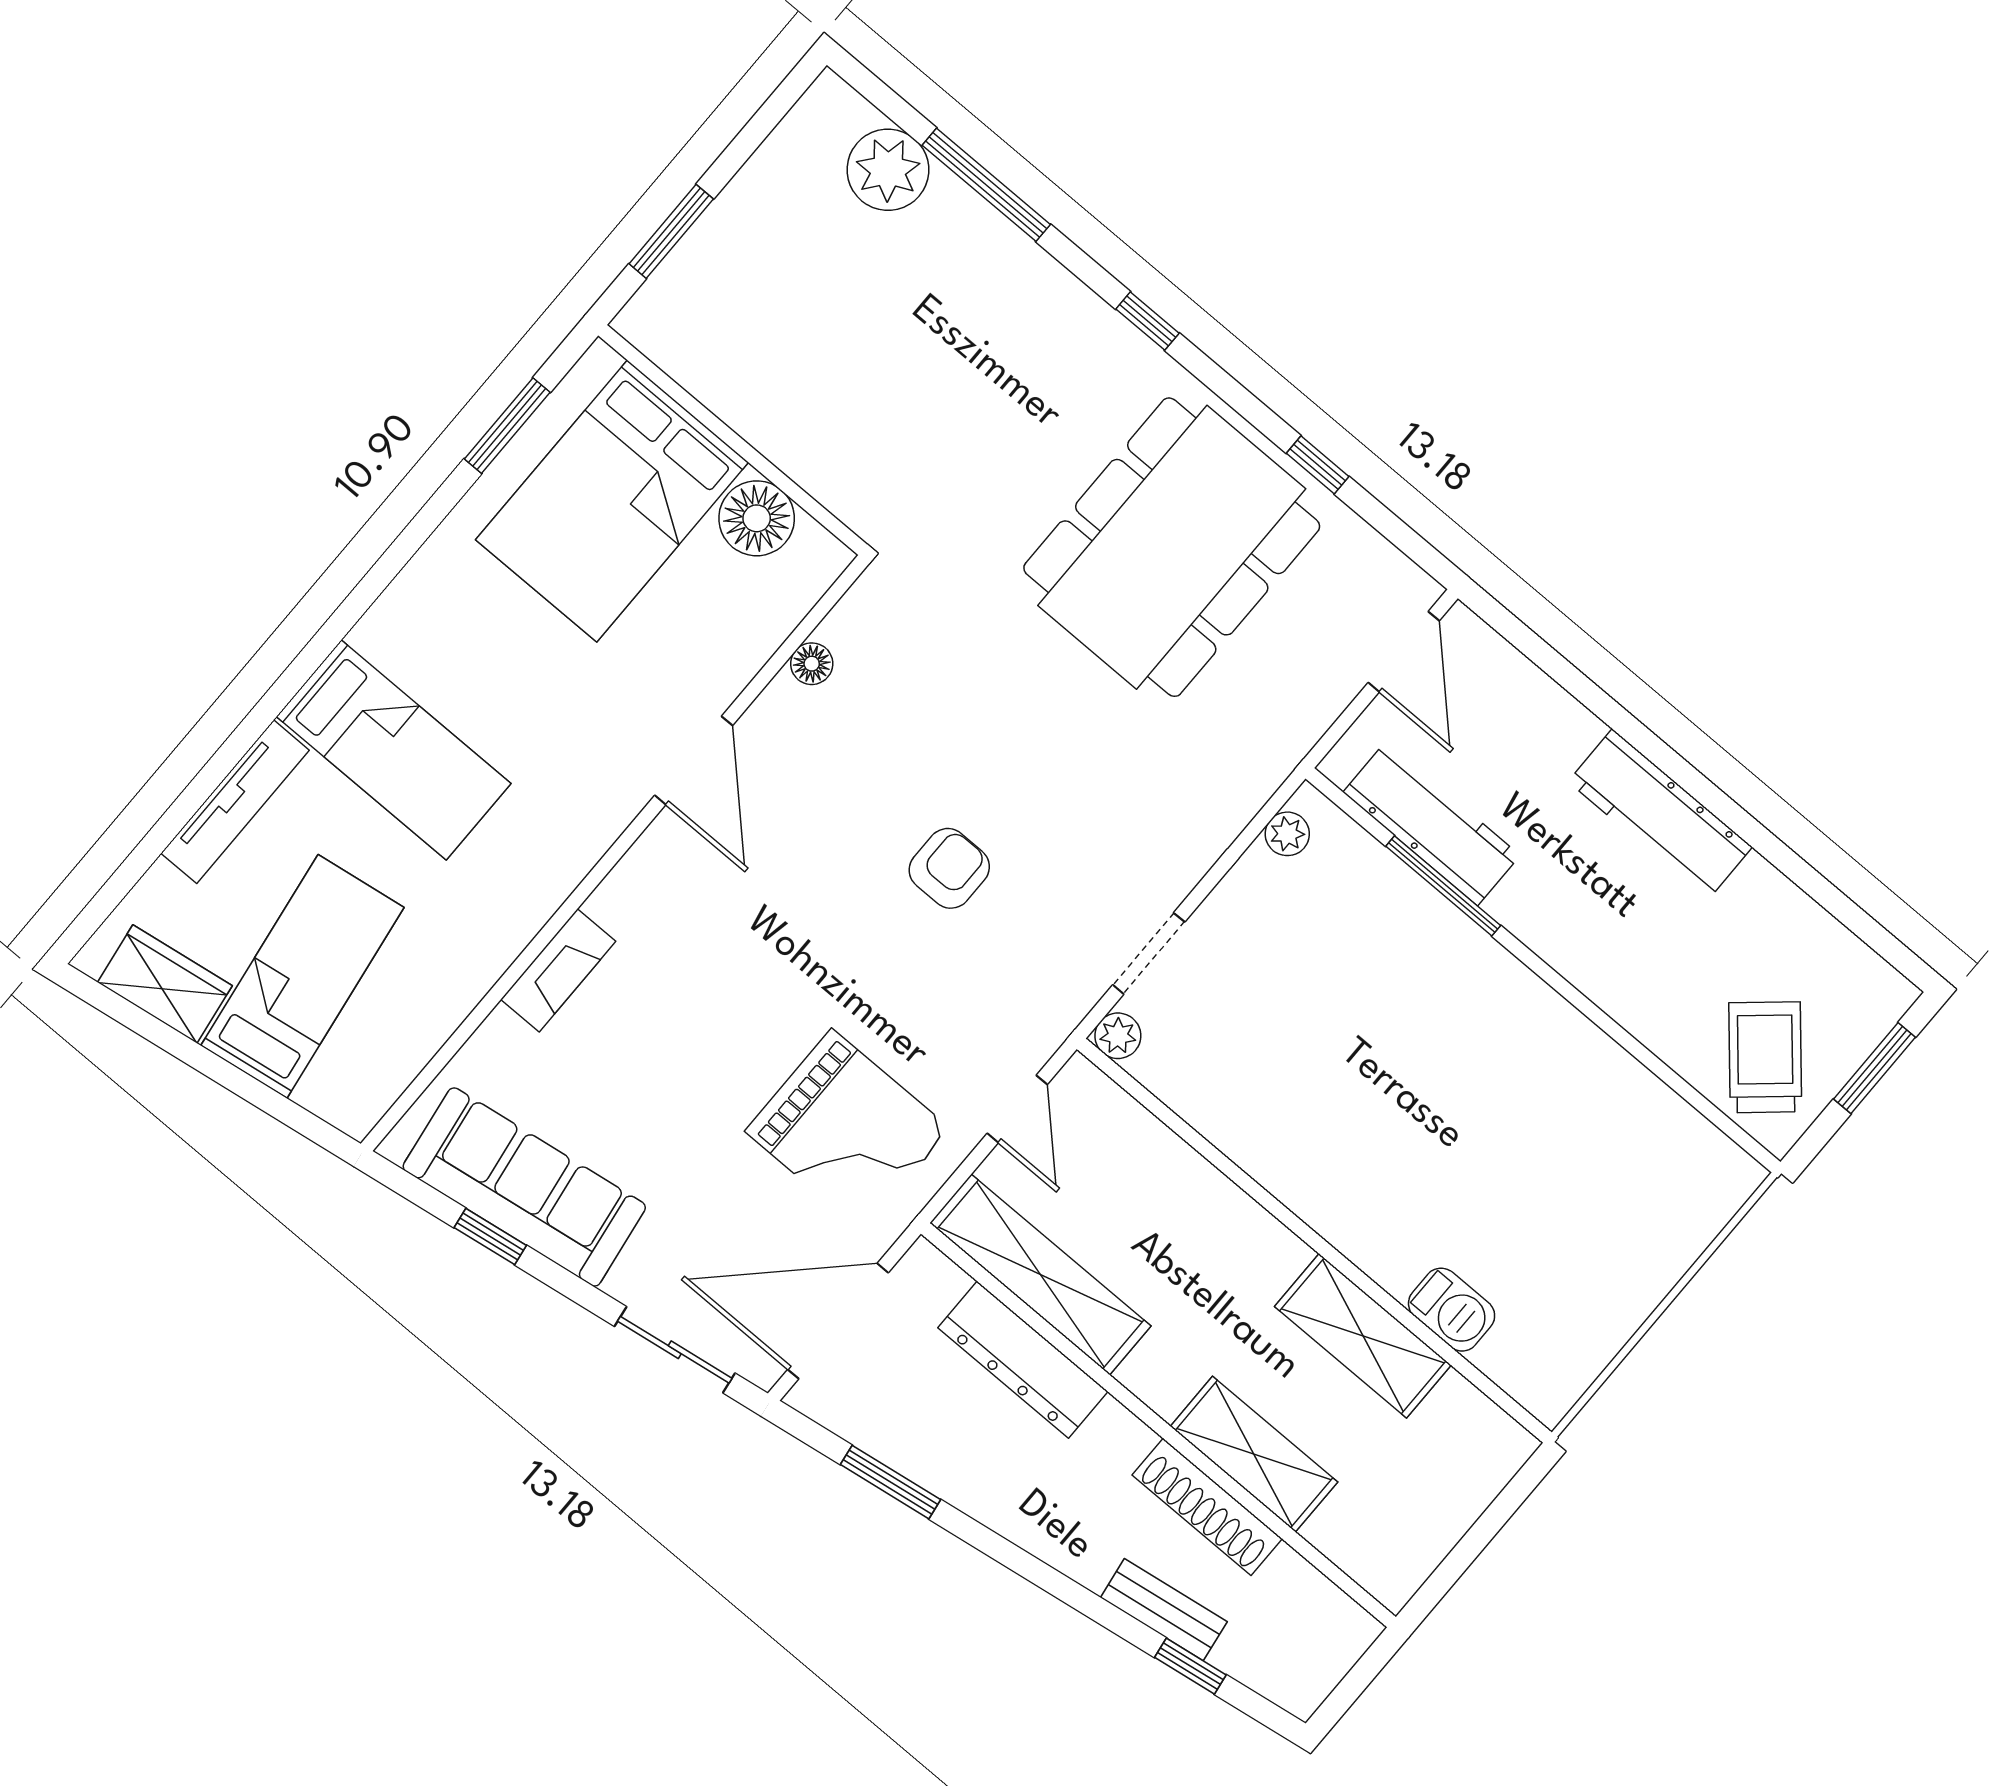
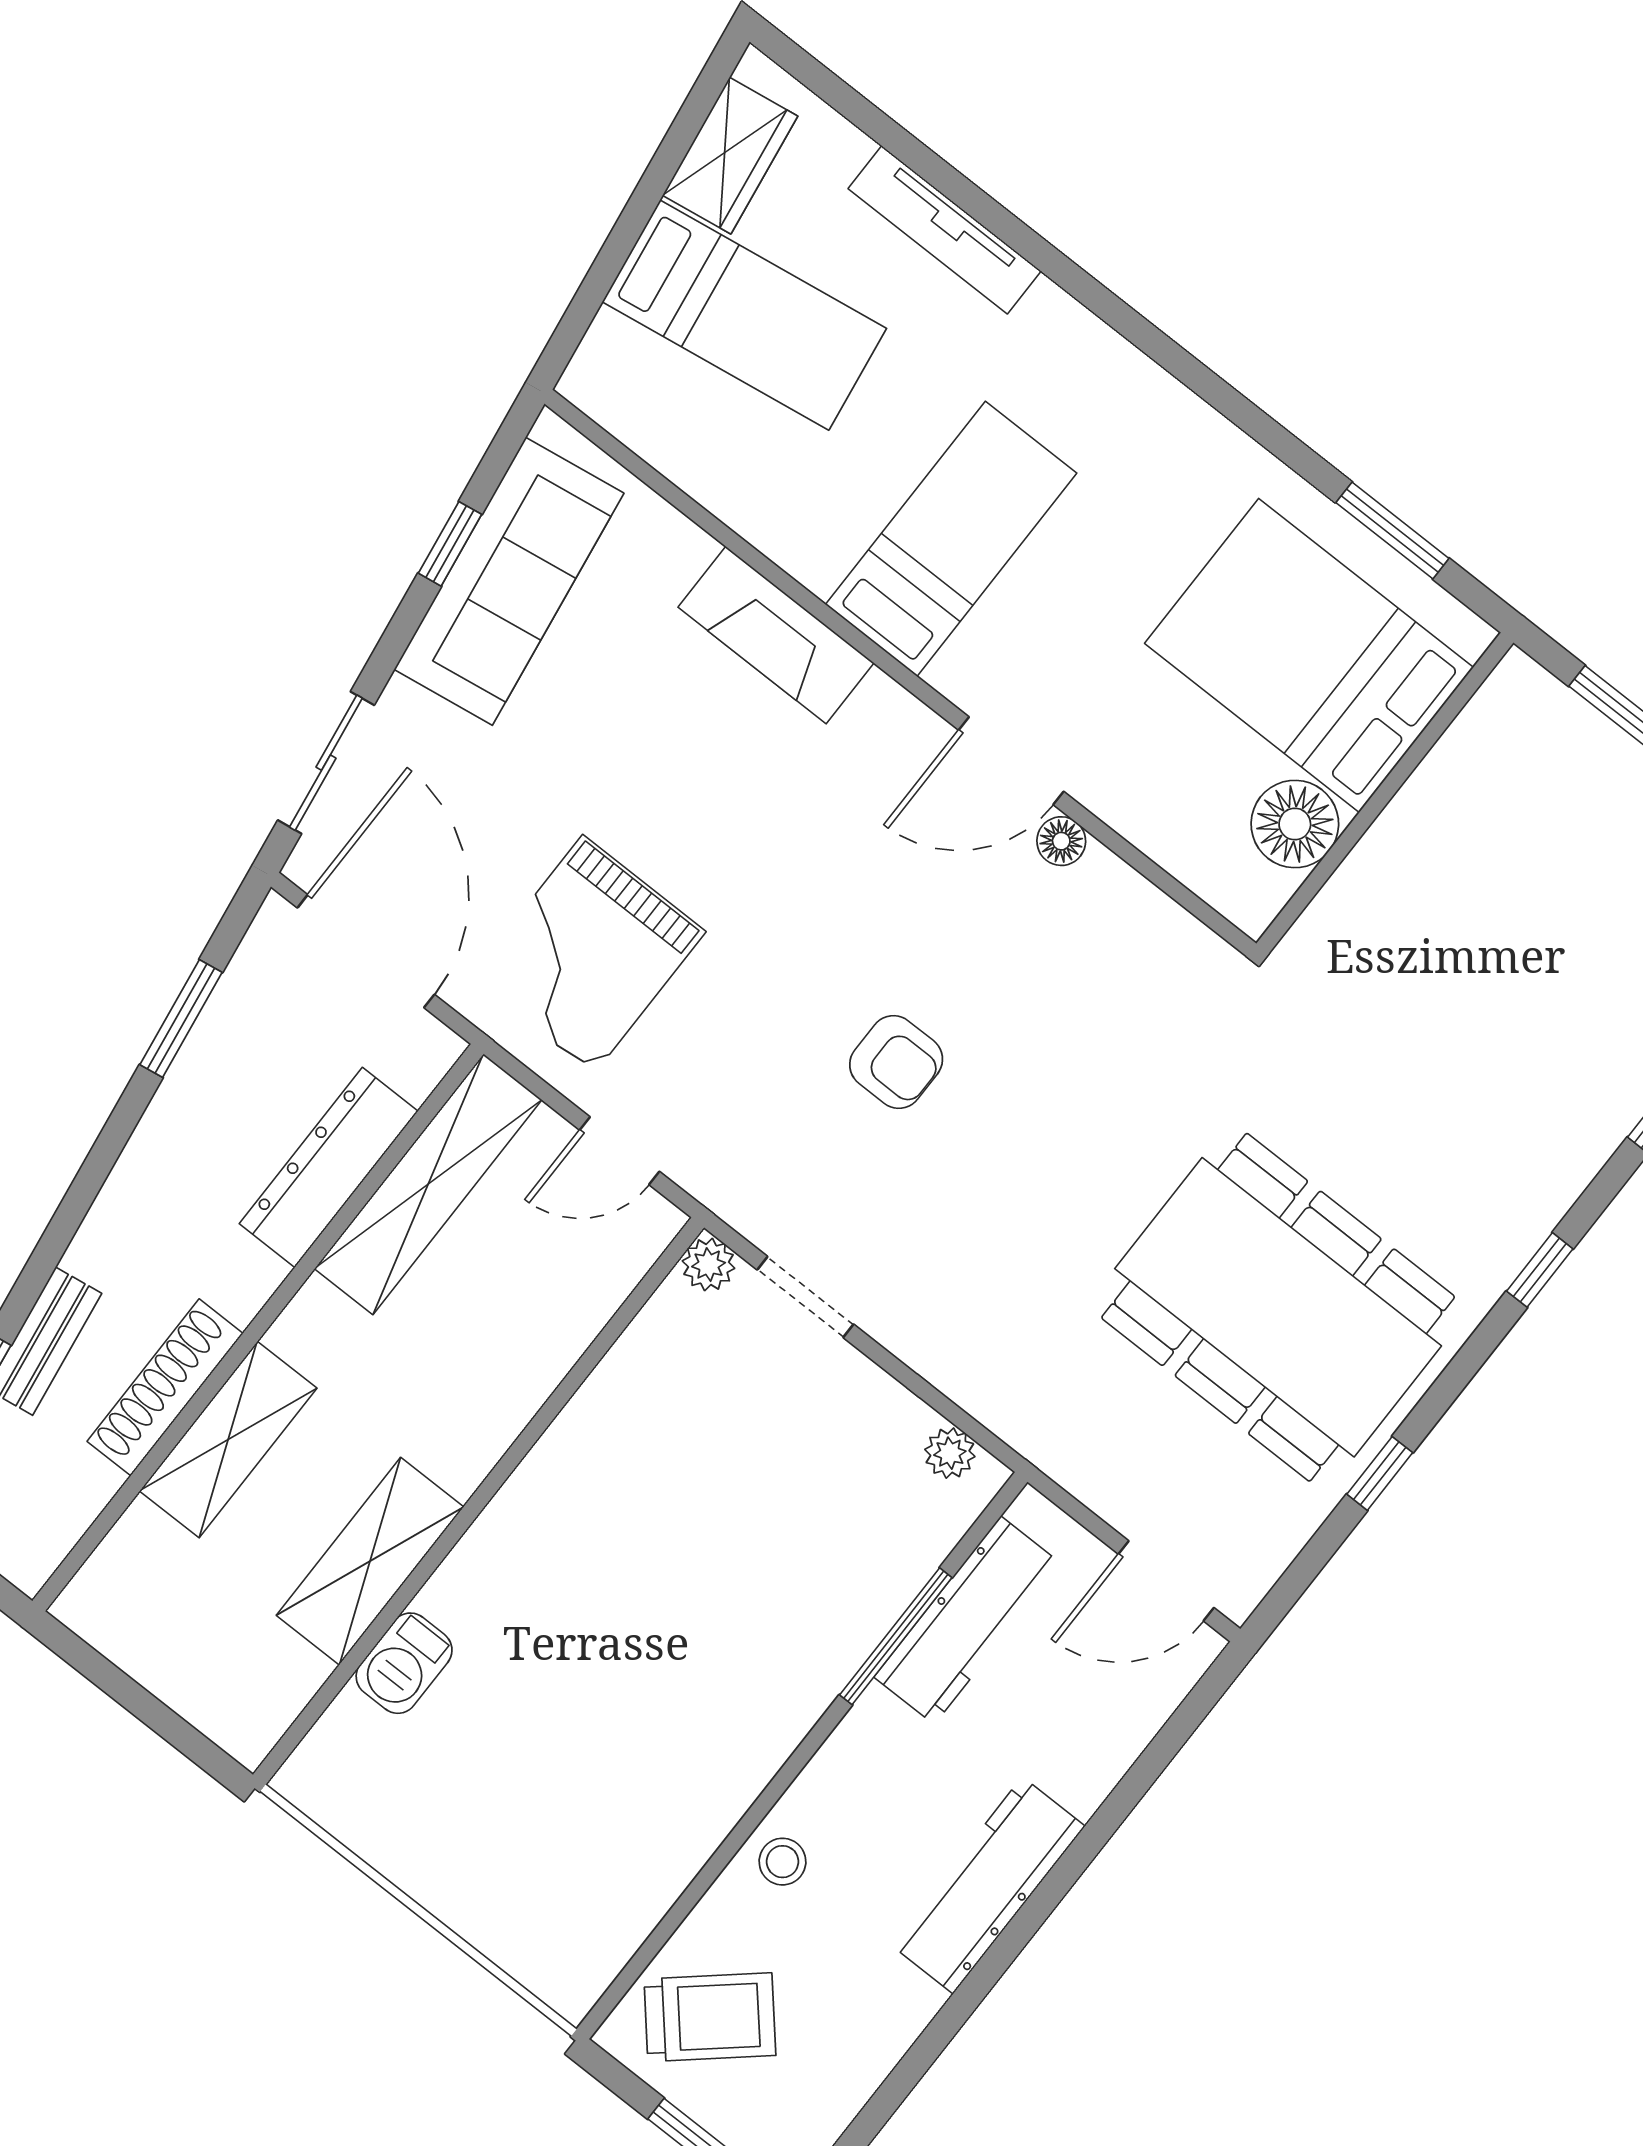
floor lamp: (812, 664) -> (1061, 841), moved
bed: (394, 750) -> (951, 539), moved, turned 180
fireplace: (558, 970) -> (776, 635), width x1.37, depth x1.32
stool: (1634, 990) -> (782, 1862), added

